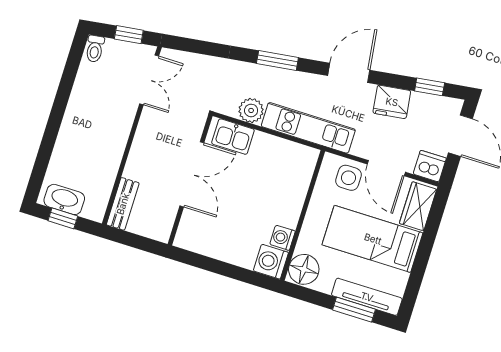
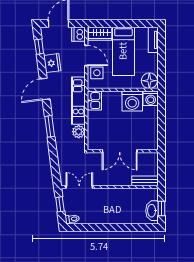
door: (349, 73) -> (45, 89), hinge flipped
kitchen sink: (233, 137) -> (94, 101), moved
door: (386, 168) -> (86, 55), hinge flipped
double door: (192, 174) -> (120, 151), swing flipped
washing machine: (282, 238) -> (132, 101), width x1.89, depth x1.89
tv unit: (367, 297) -> (153, 40), width x0.71
window: (354, 310) -> (162, 49), removed

